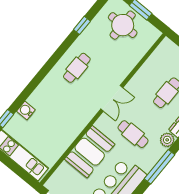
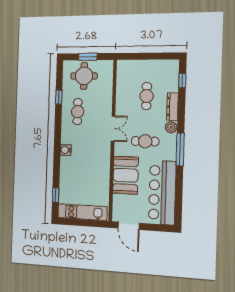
cafe table: (77, 68) -> (78, 112), moved
water cooler: (26, 110) -> (66, 150), moved

